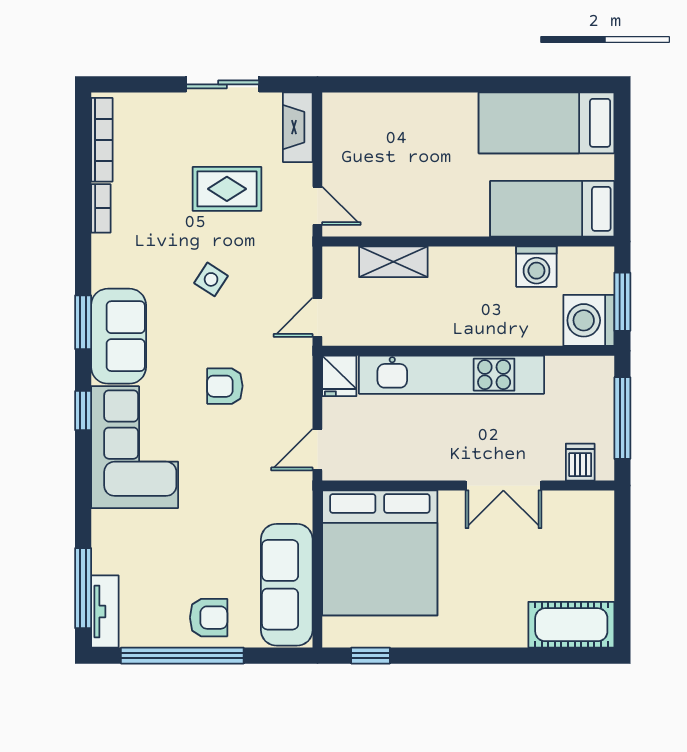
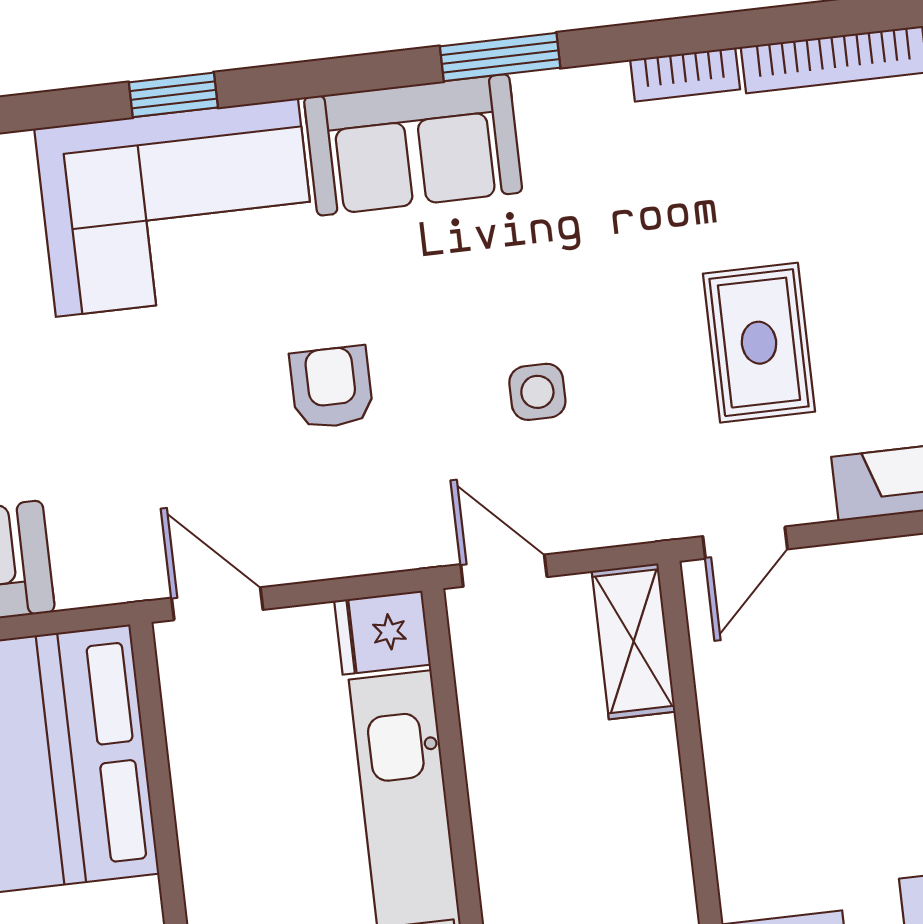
shelving: (393, 262) -> (634, 641), moved
side table: (211, 279) -> (537, 392), moved, turned -33
window: (83, 322) -> (500, 57), moved
window: (83, 411) -> (173, 95), moved

